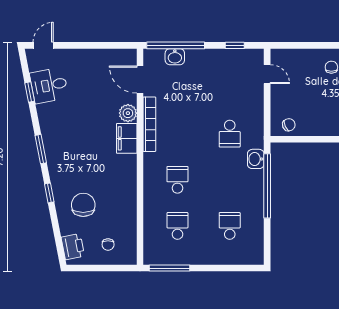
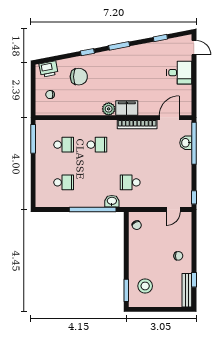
window: (235, 45) -> (194, 197), moved
desk: (49, 85) -> (179, 73), moved, turned 101
plant: (128, 113) -> (109, 109), moved

